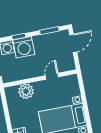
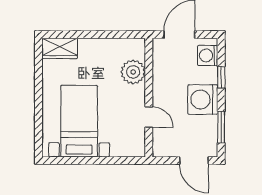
washing machine: (24, 47) -> (203, 100), moved

